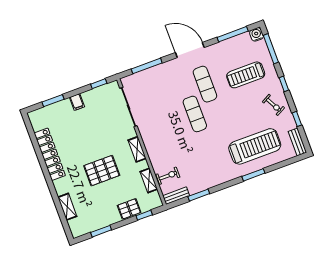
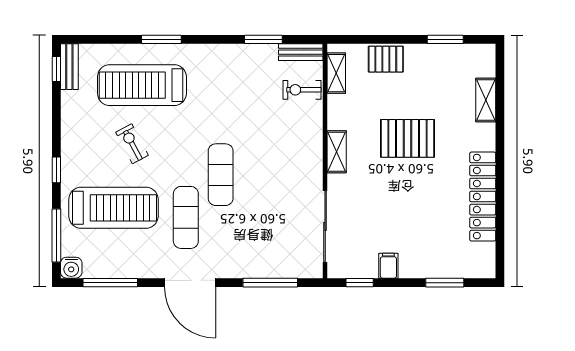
treadmill: (246, 75) -> (114, 208), width x1.37, depth x1.38
filing cabinet: (77, 102) -> (388, 266), moved
exercise bike: (273, 105) -> (132, 144), moved
window: (297, 119) -> (56, 69), moved
shelving: (149, 180) -> (336, 73), moved
window: (144, 215) -> (365, 39), removed

